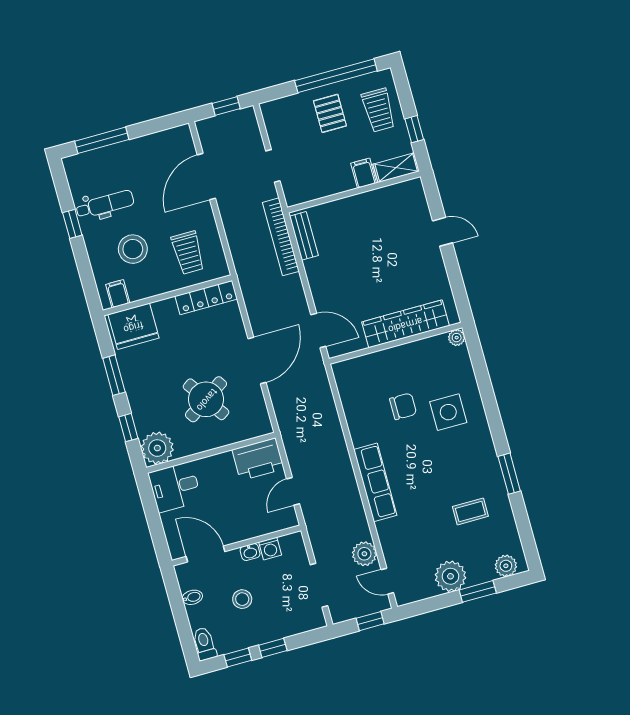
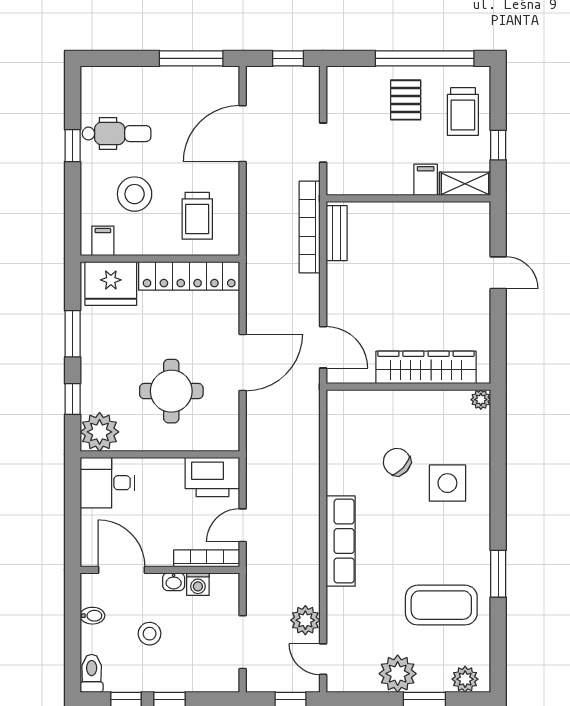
window: (102, 140) -> (191, 58), moved
locker: (206, 298) -> (189, 276), width x1.41, depth x1.21
round table: (206, 399) -> (171, 391), turned 34
chair: (403, 406) -> (397, 462), turned -137
coffee table: (470, 511) -> (441, 605), width x1.86, depth x1.72
bookcase: (271, 526) -> (207, 558), added

